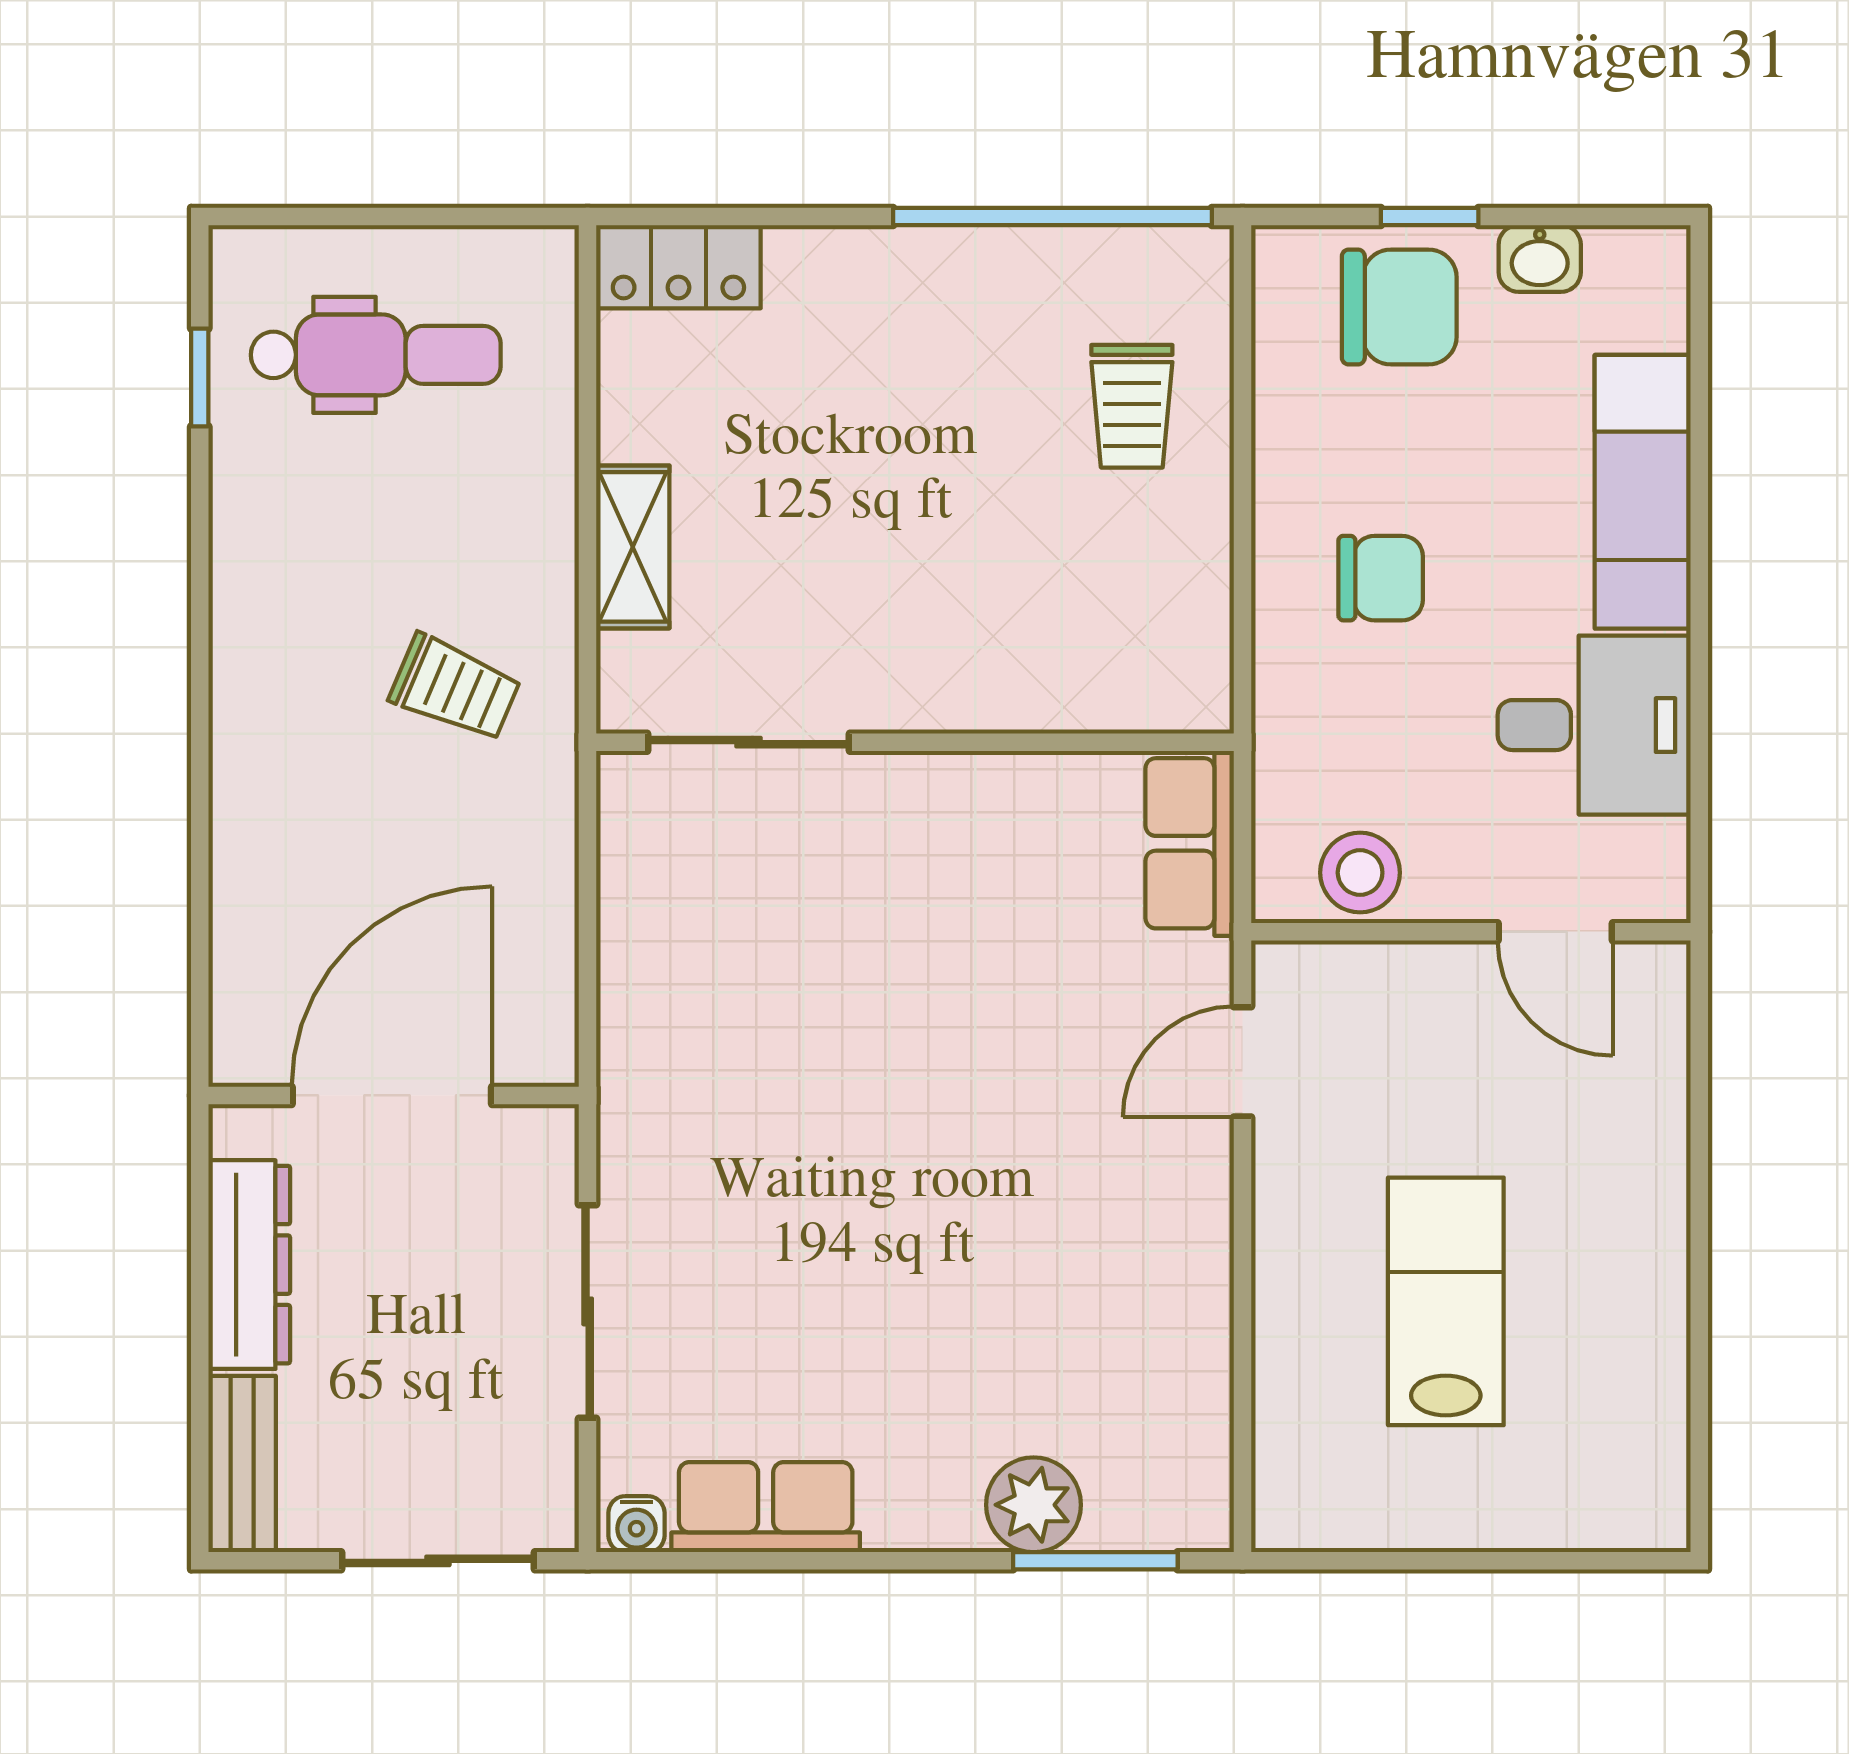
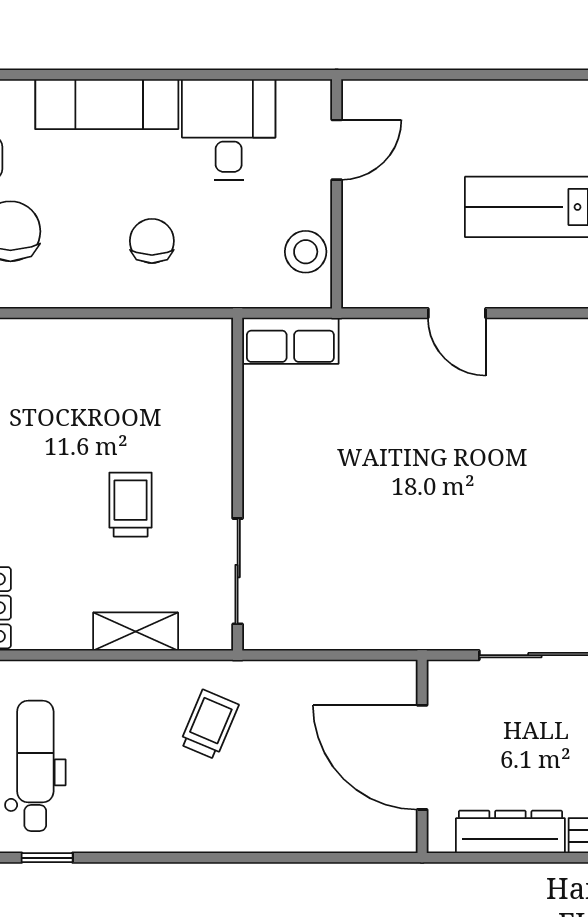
trolley: (1132, 406) -> (131, 505), moved, turned -90
door: (1243, 1062) -> (457, 313), moved

